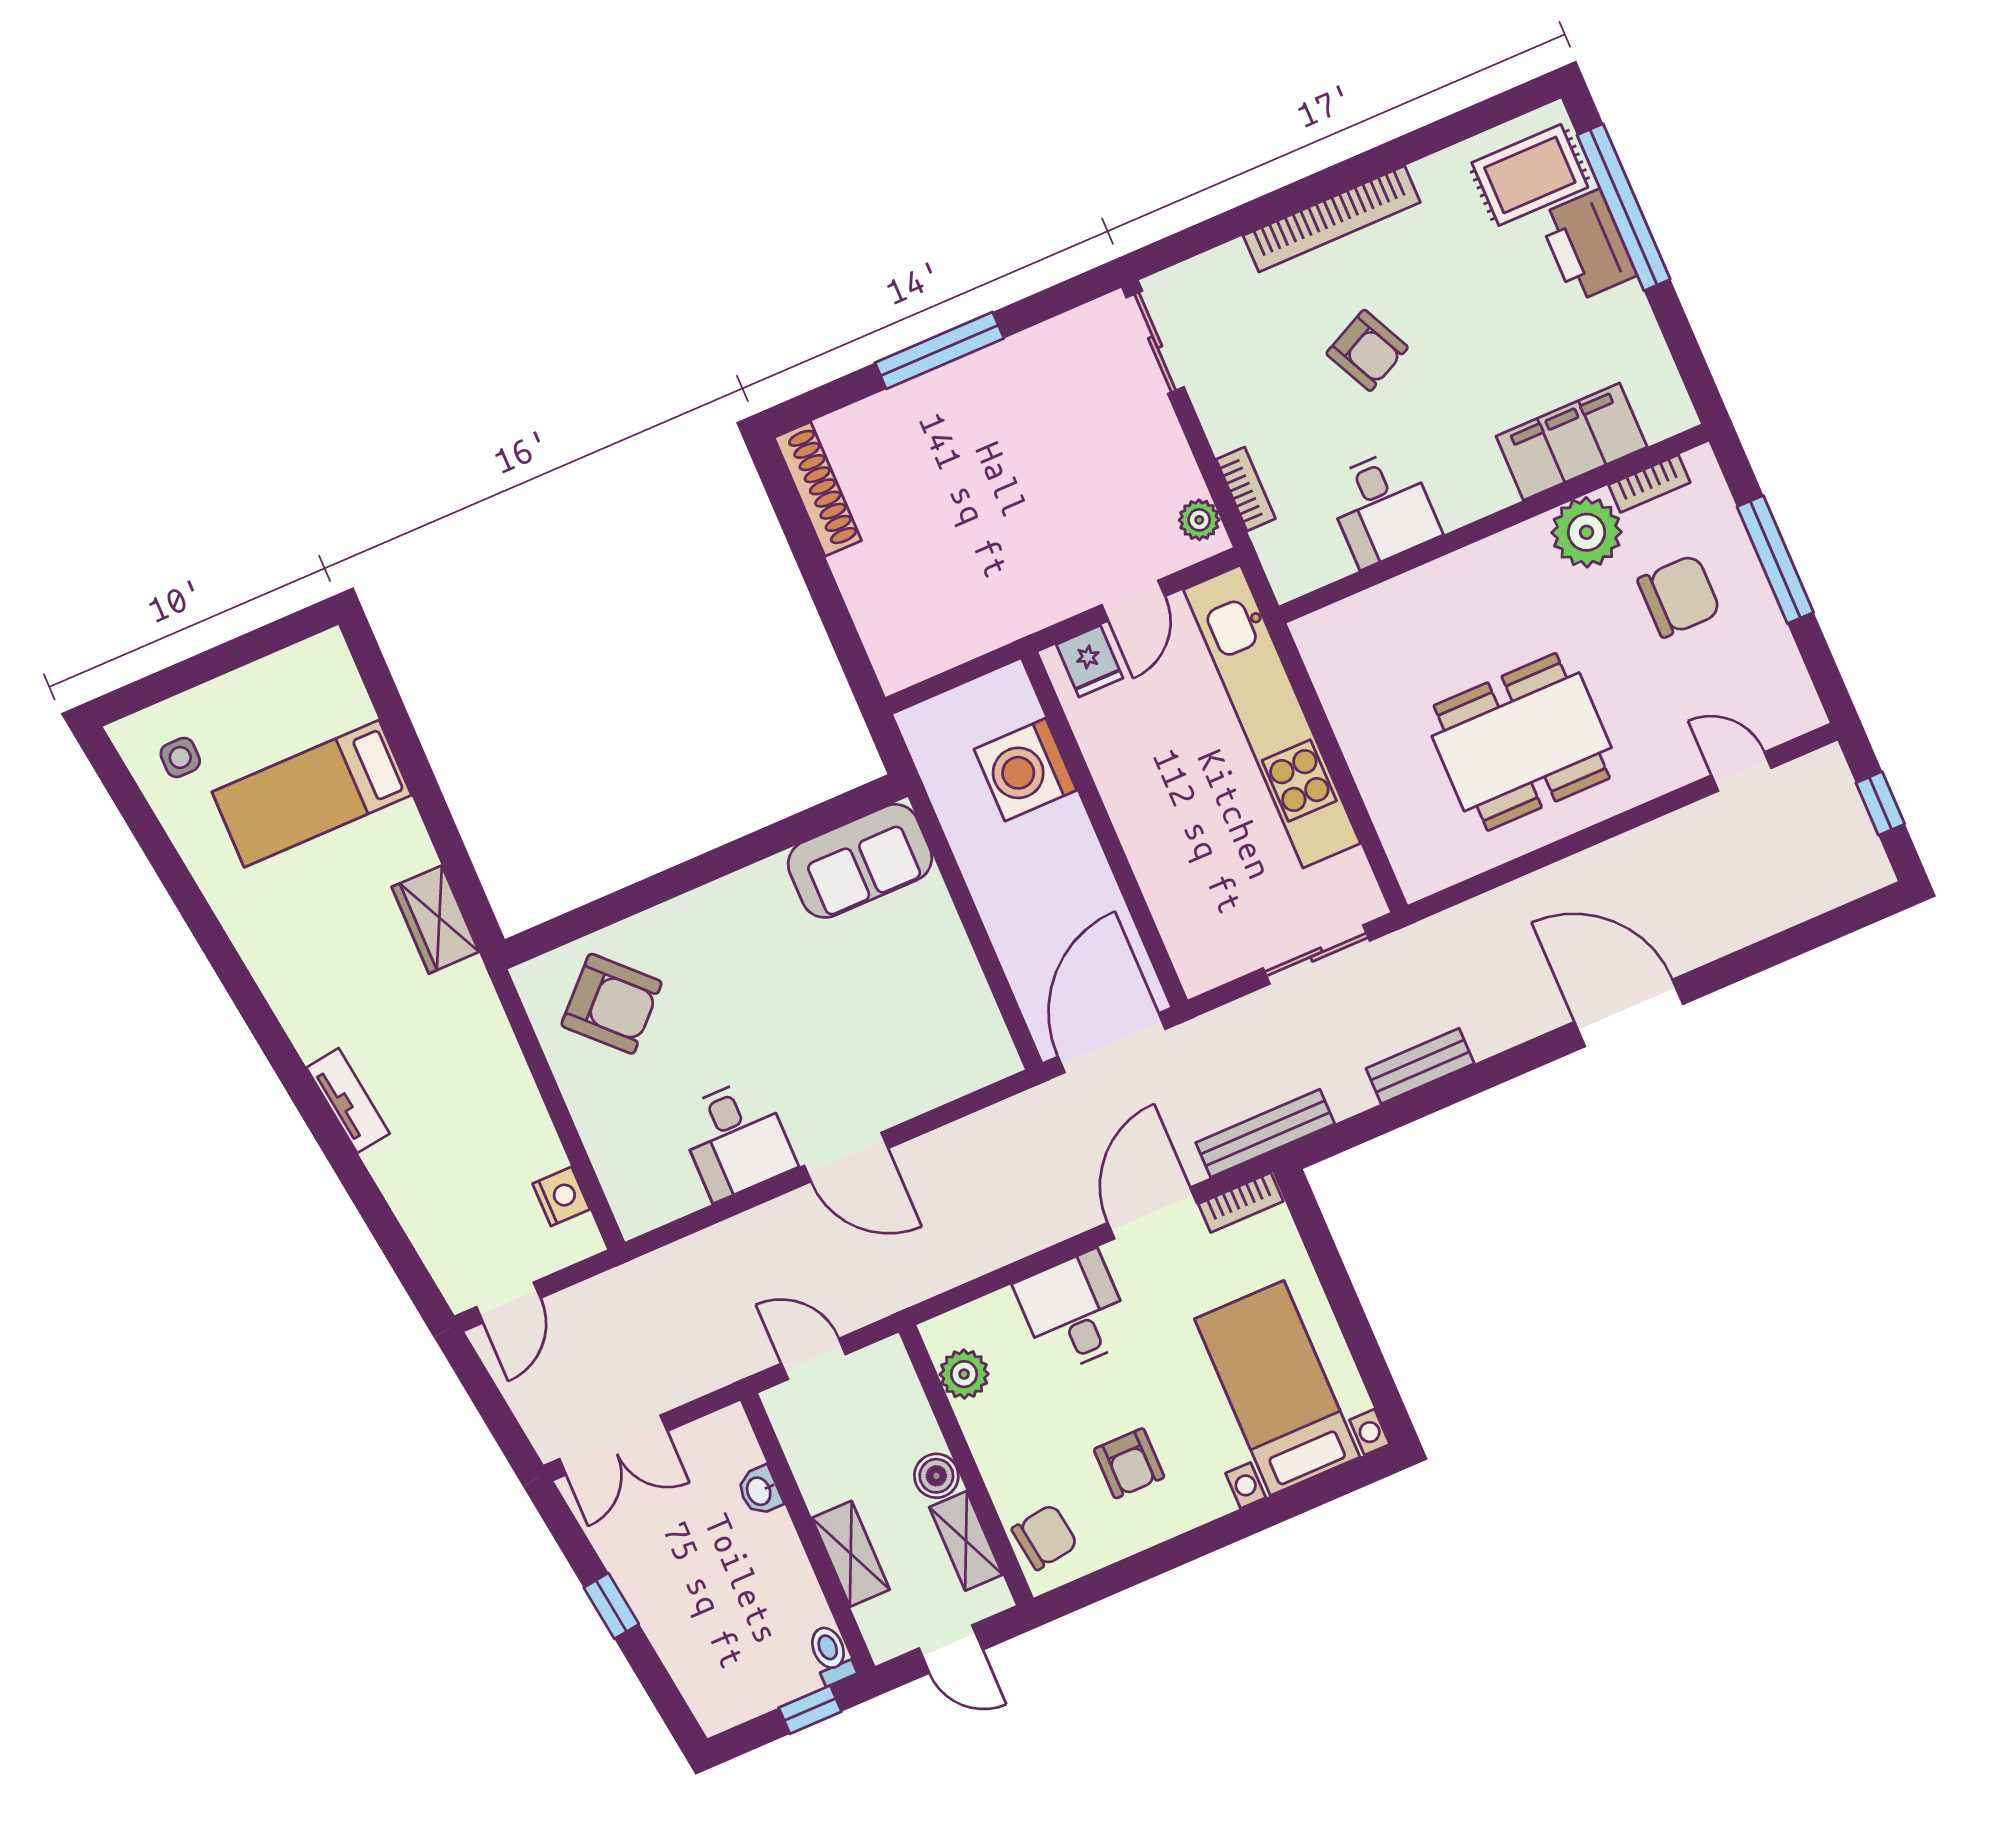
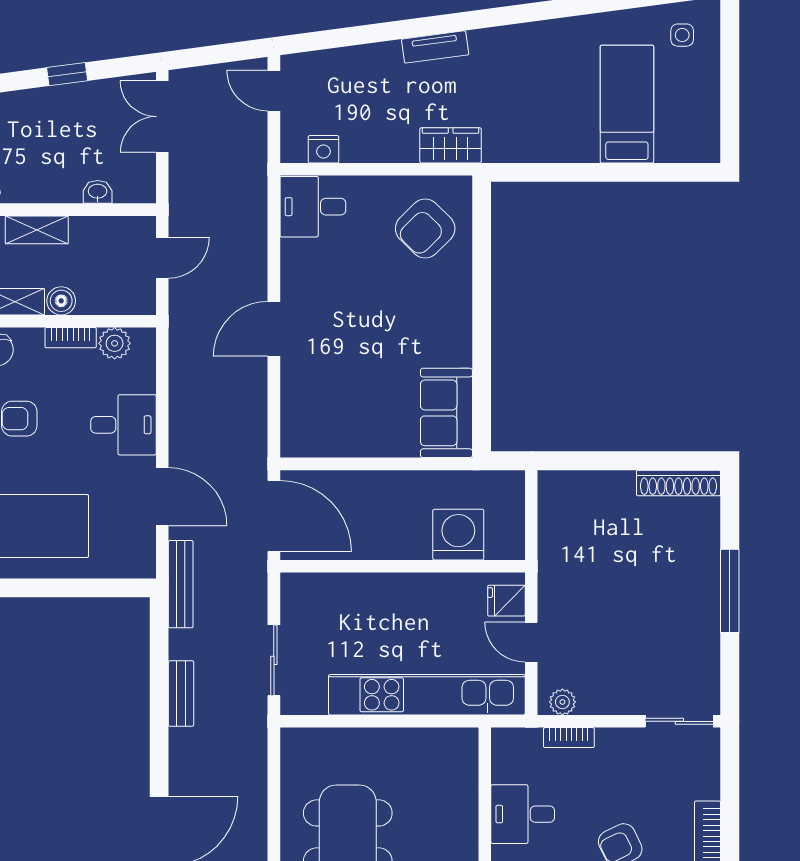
wardrobe: (435, 919) -> (451, 145), moved
desk: (736, 1139) -> (313, 207), moved
bookcase: (1241, 1202) -> (71, 338), moved, turned -90

